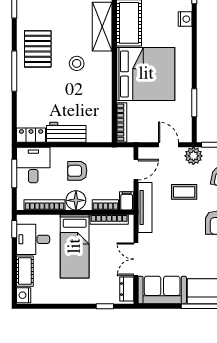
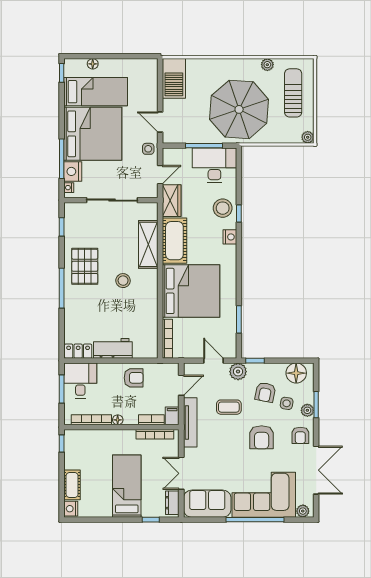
armchair: (77, 171) -> (134, 378), moved, turned 180
floor lamp: (76, 200) -> (118, 420), width x0.53, depth x0.53
desk: (33, 239) -> (80, 454), removed
bed: (75, 246) -> (127, 486), moved, turned 180

